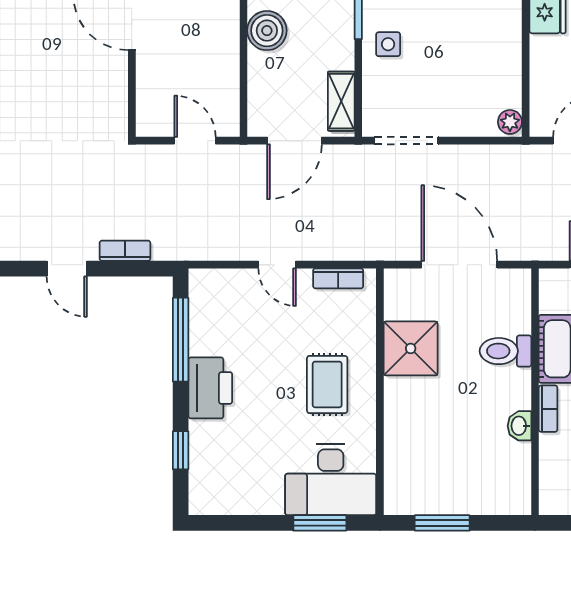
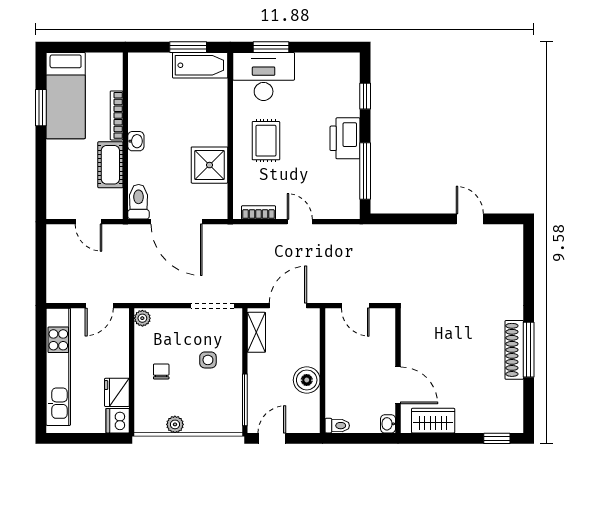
chair: (482, 43) -> (161, 371), added
side table: (388, 44) -> (208, 360), moved
bookcase: (125, 251) -> (403, 231), removed
door: (67, 269) -> (470, 219), moved
toilet: (505, 351) -> (139, 202), moved, turned -90
bookcase: (548, 409) -> (117, 115), width x1.56
washbasin: (519, 426) -> (136, 141), moved
bathtub: (424, 496) -> (200, 65), added

